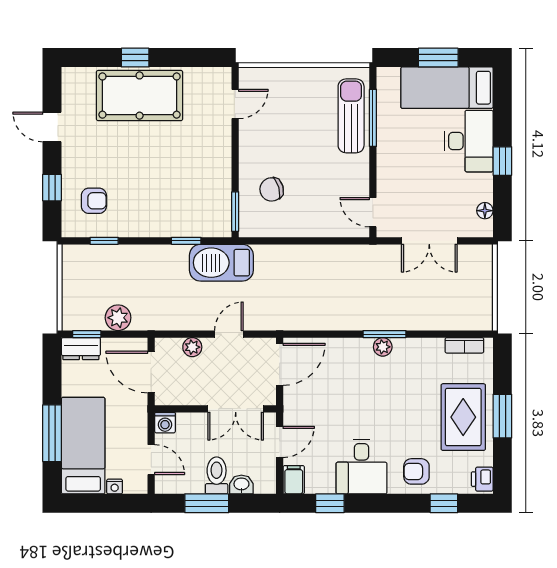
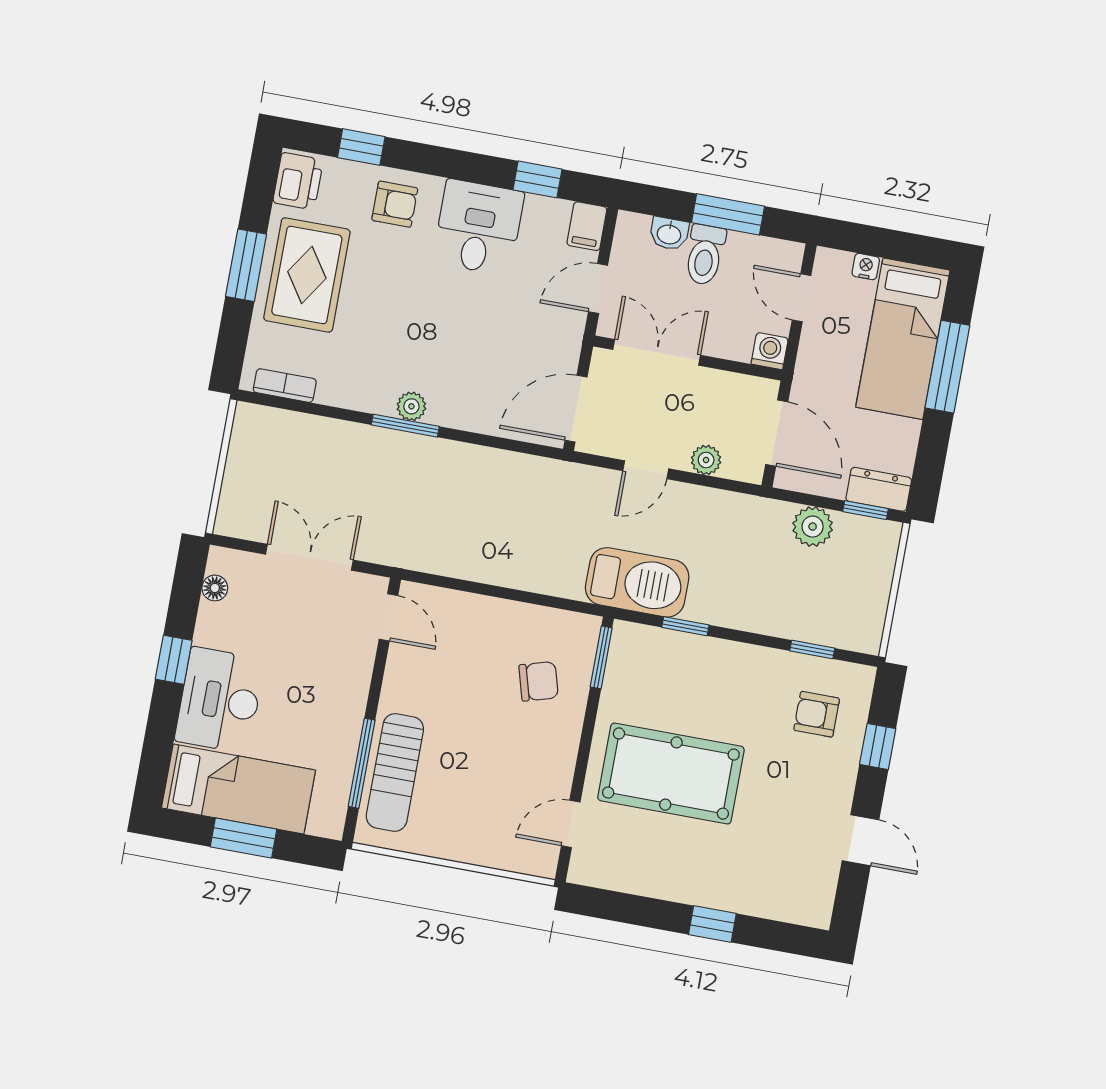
pool table: (140, 96) -> (671, 774), moved
printer: (482, 479) -> (298, 181), width x1.36, depth x1.24

